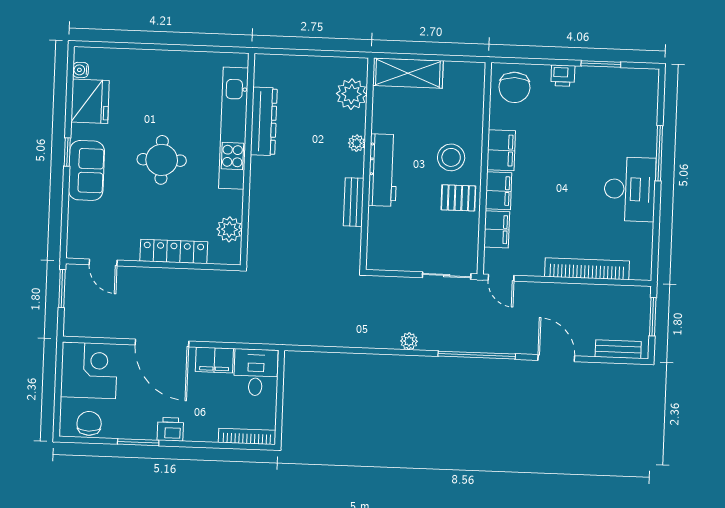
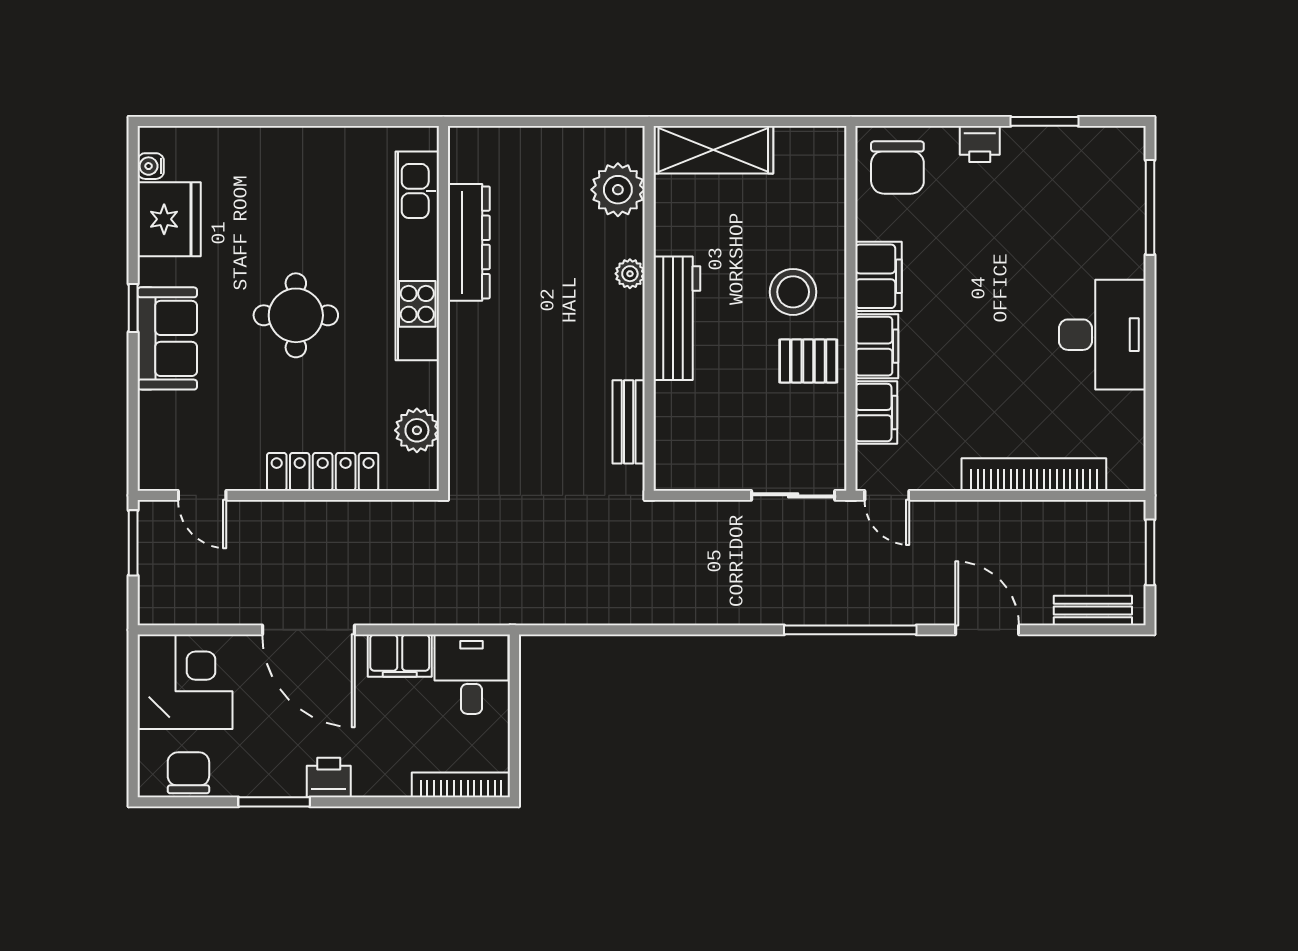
window: (659, 153) -> (1150, 207), moved
bench: (354, 202) -> (629, 422), moved
plant: (409, 341) -> (733, 610), removed

